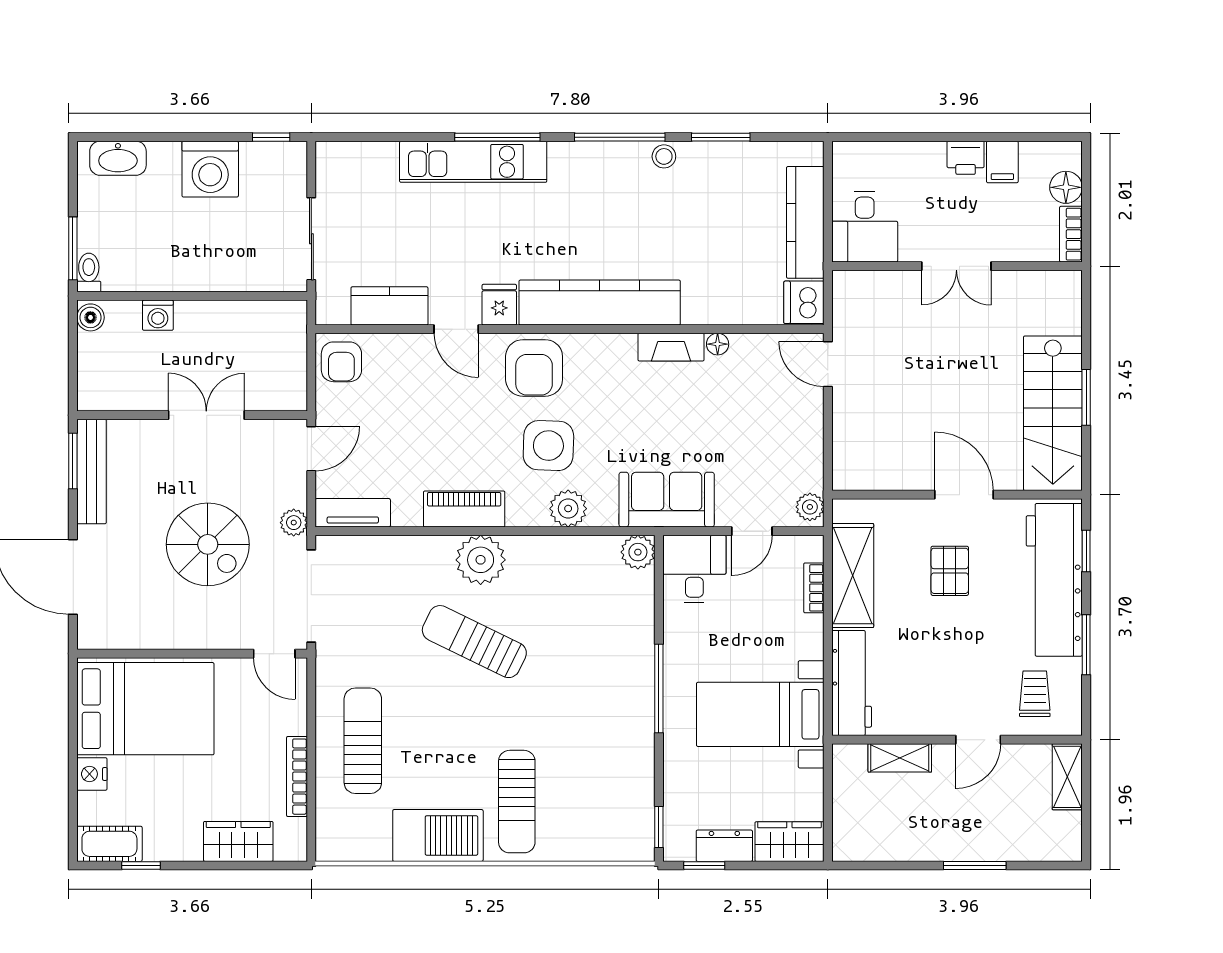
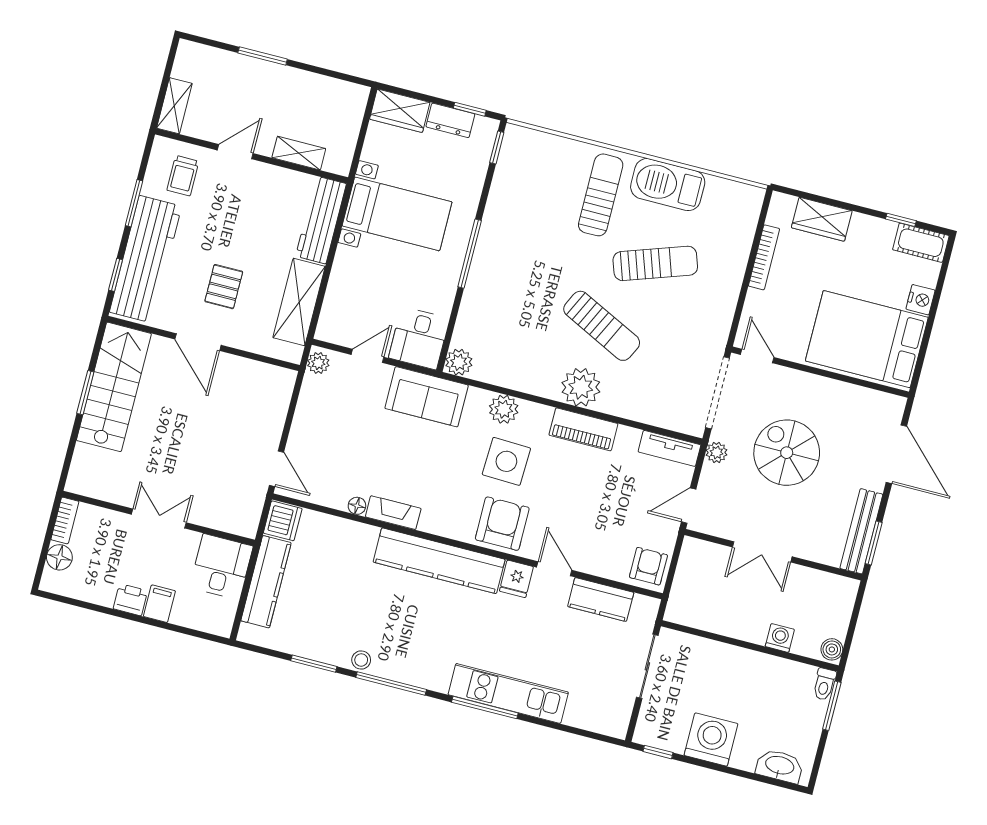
filing cabinet: (1002, 162) -> (159, 604), moved
bookcase: (814, 588) -> (331, 300), removed
sun lounger: (363, 741) -> (655, 263), moved, turned -109

